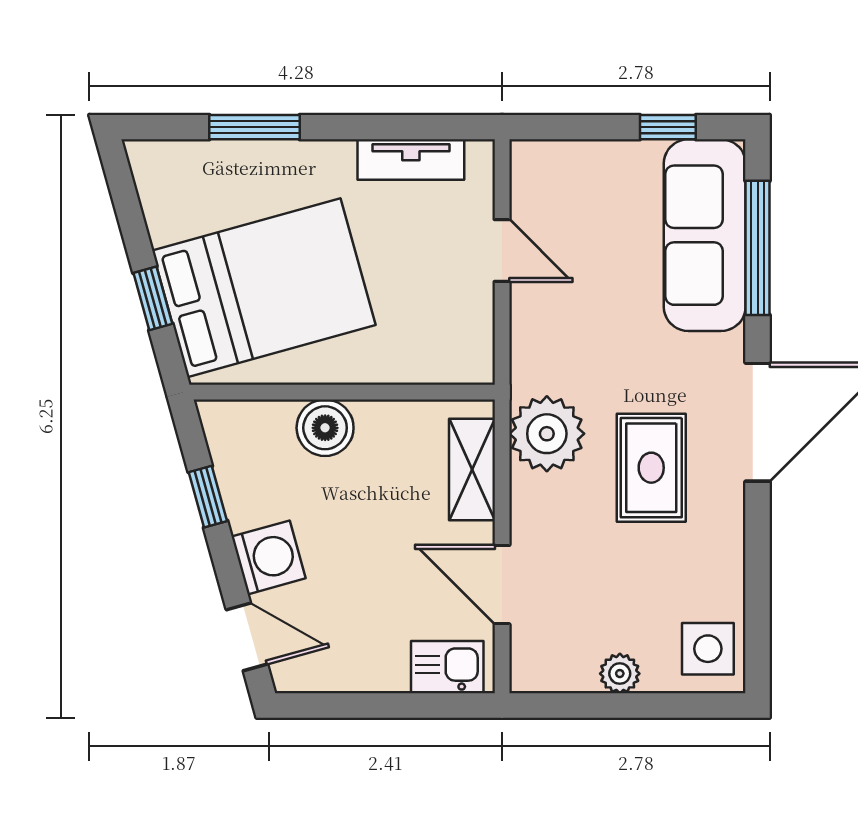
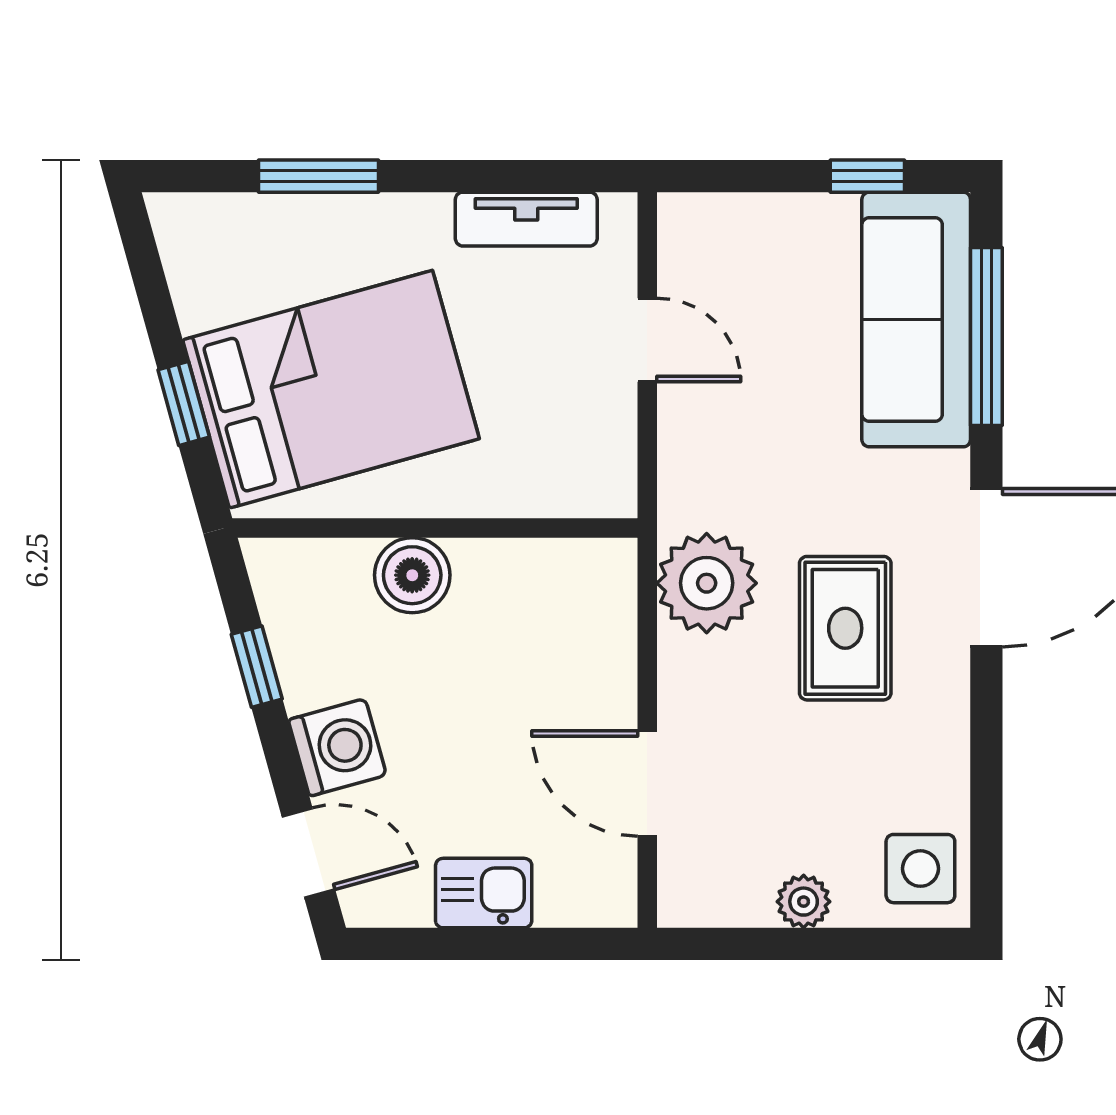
shelving: (472, 470) -> (607, 631), removed
kitchen sink: (447, 667) -> (484, 893), moved

